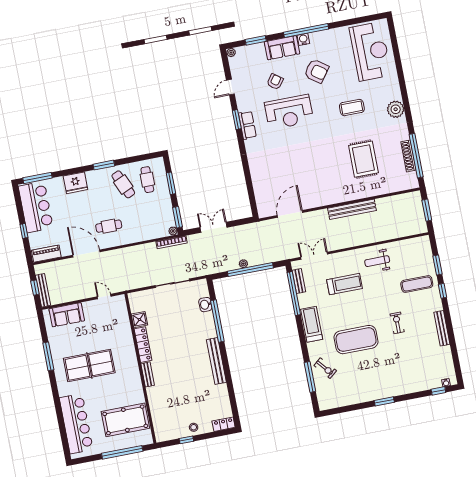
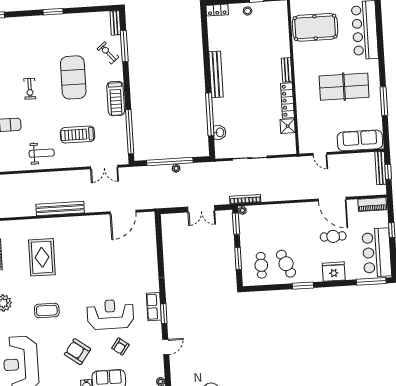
cafe table: (109, 226) -> (333, 236), moved
bench: (299, 281) -> (115, 23), moved
sofa: (67, 315) -> (360, 140), width x1.36
exercise mat: (356, 340) -> (73, 77), turned 90

